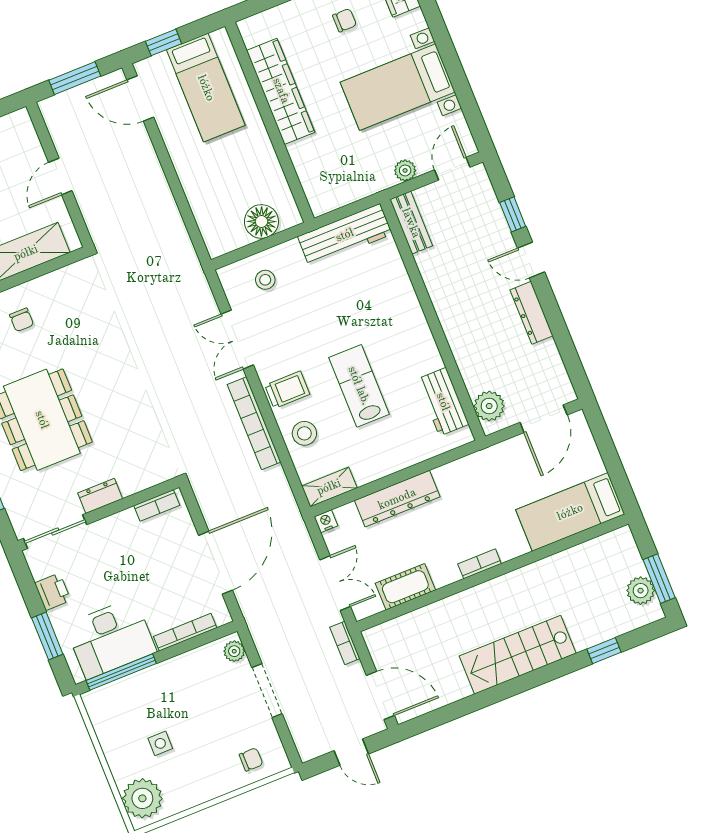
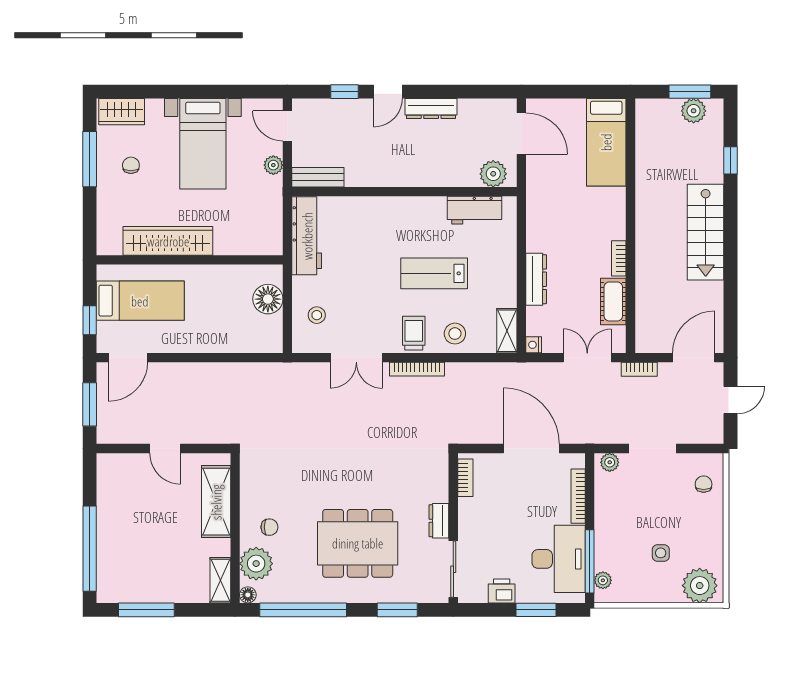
bookcase: (254, 423) -> (417, 369), width x0.68, depth x0.76
dresser: (397, 499) -> (536, 279), width x0.73, depth x0.80
bookcase: (480, 564) -> (619, 258), moved
plant: (107, 694) -> (603, 580), added

